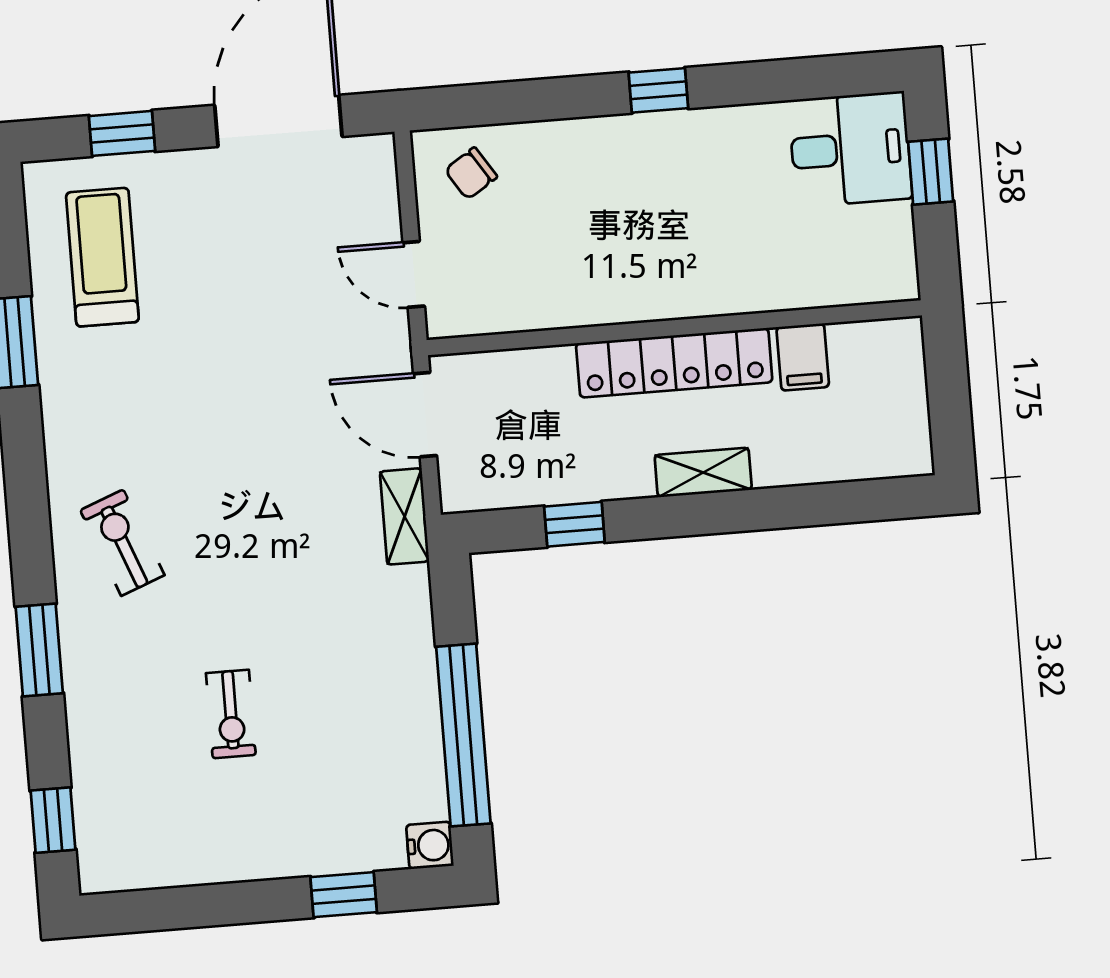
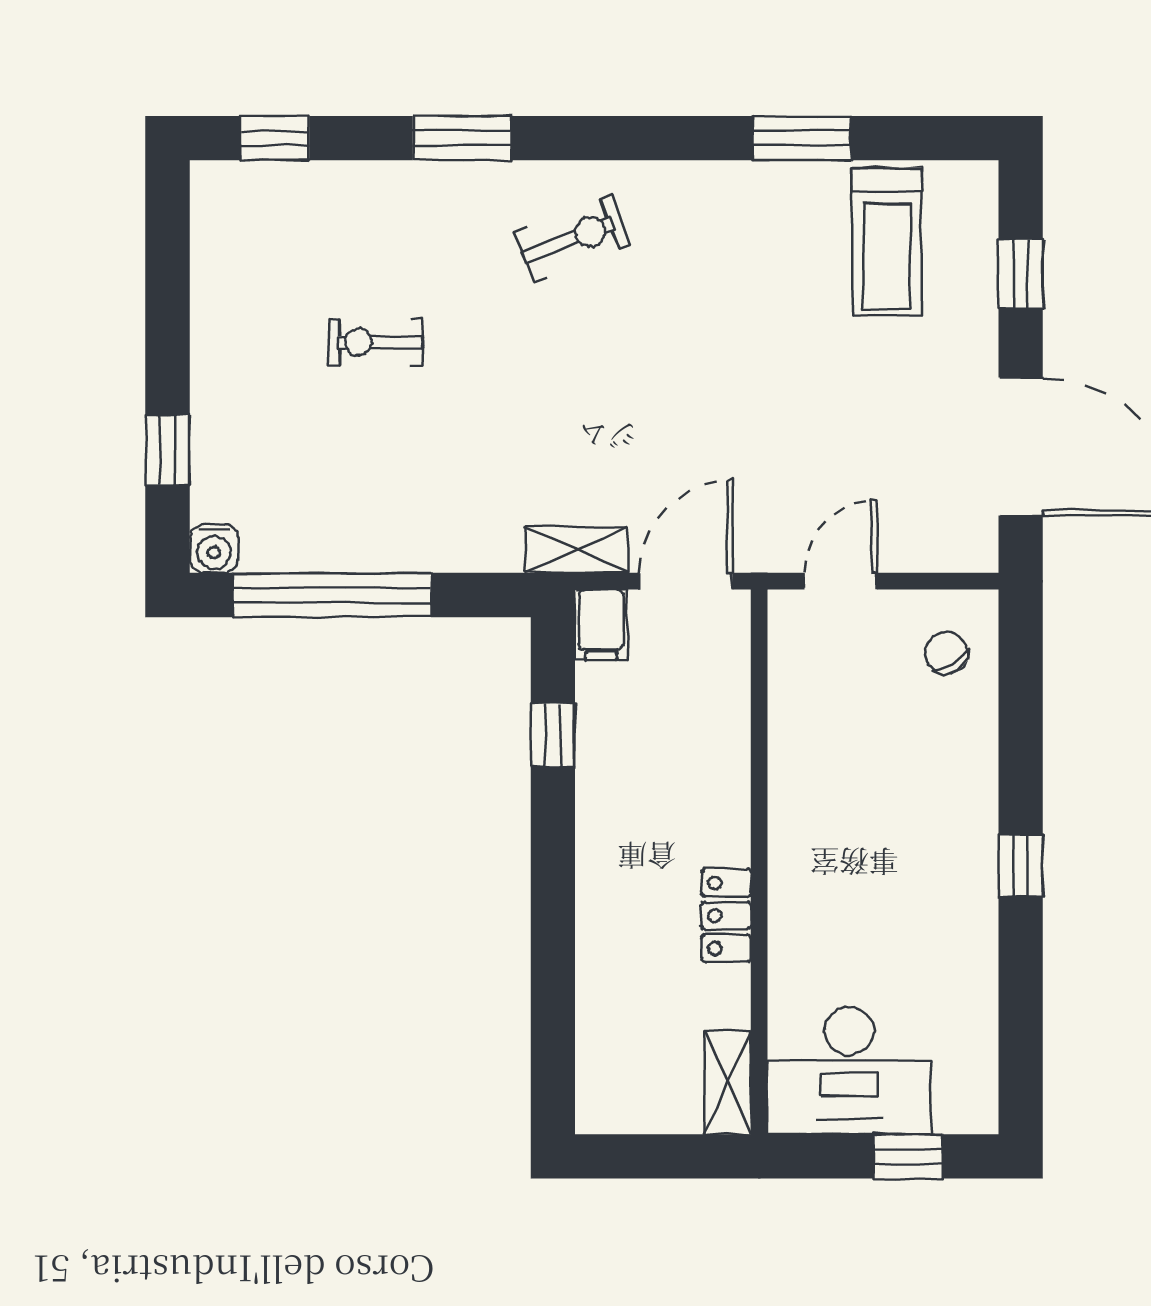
desk: (850, 149) -> (849, 1070), moved, width x1.37
treadmill: (102, 257) -> (887, 242), turned 90
filing cabinet: (803, 357) -> (601, 625), moved, turned -90
locker: (674, 363) -> (726, 916), width x0.46, depth x0.83
shelving: (703, 473) -> (728, 1083), moved

